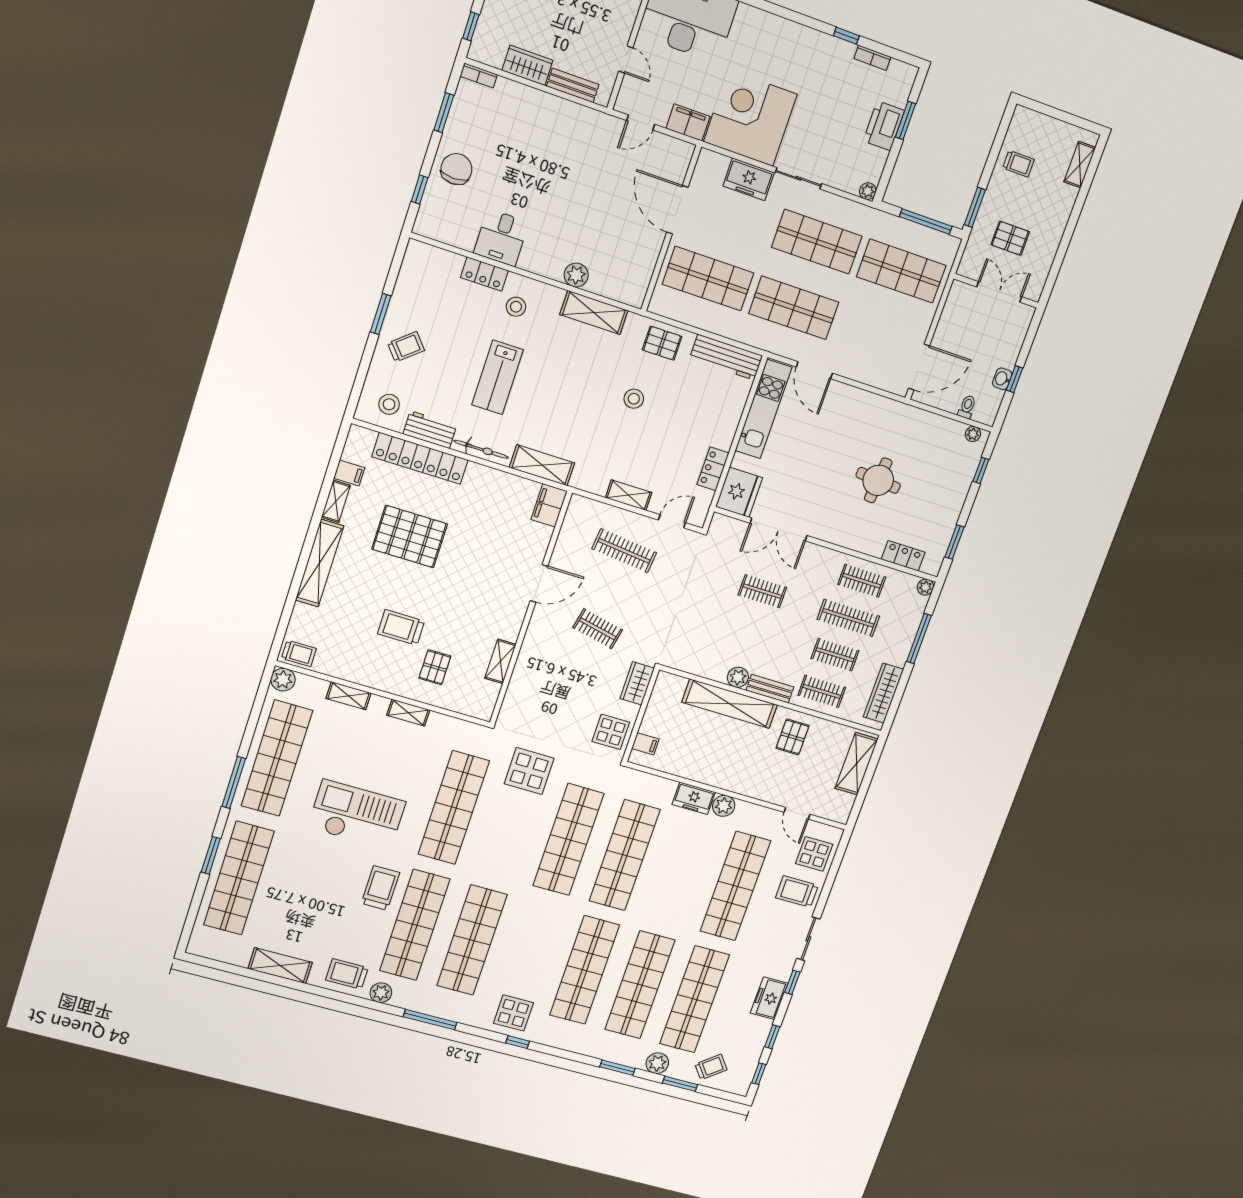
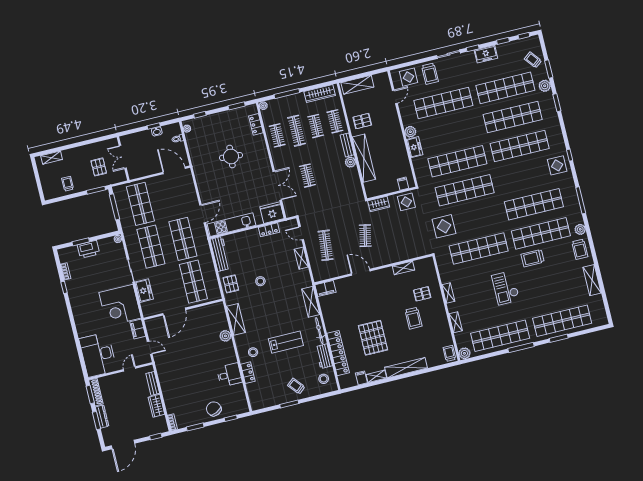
chair: (456, 169) -> (214, 409), turned 65
checkout: (357, 815) -> (506, 288), width x0.73, depth x0.83

